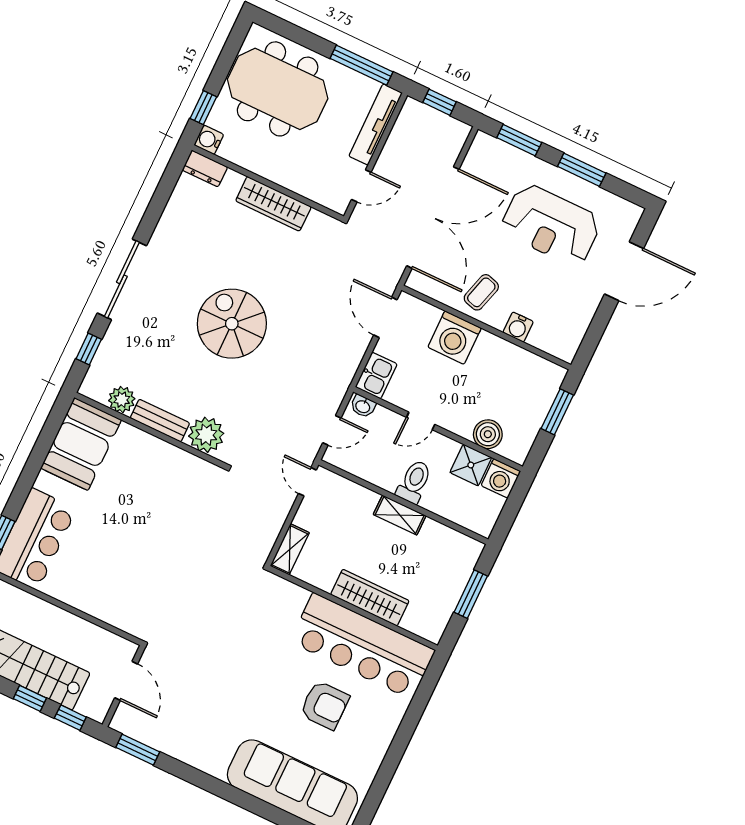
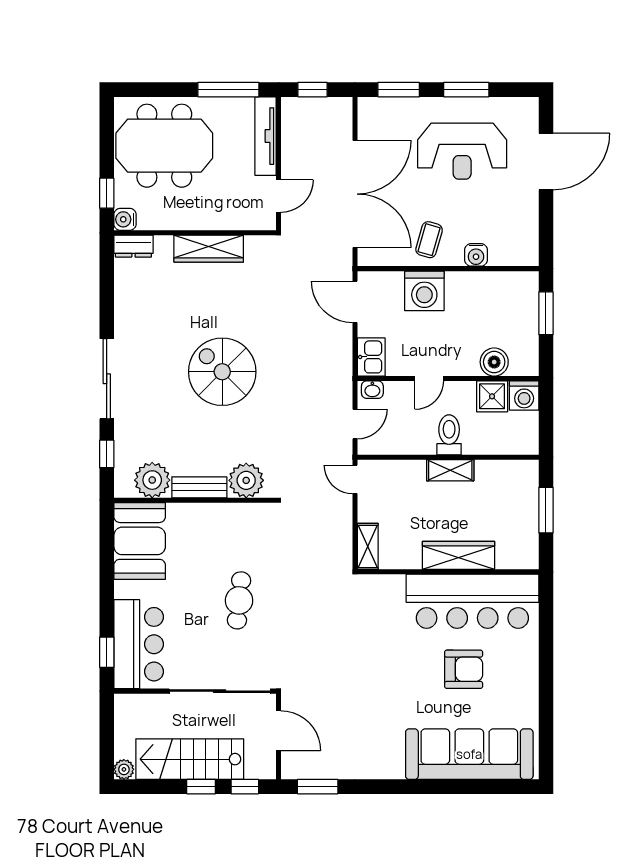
plant: (122, 400) -> (152, 480), width x1.36, depth x1.36
cafe table: (147, 543) -> (239, 600), added
sliding door: (89, 618) -> (220, 691), added

